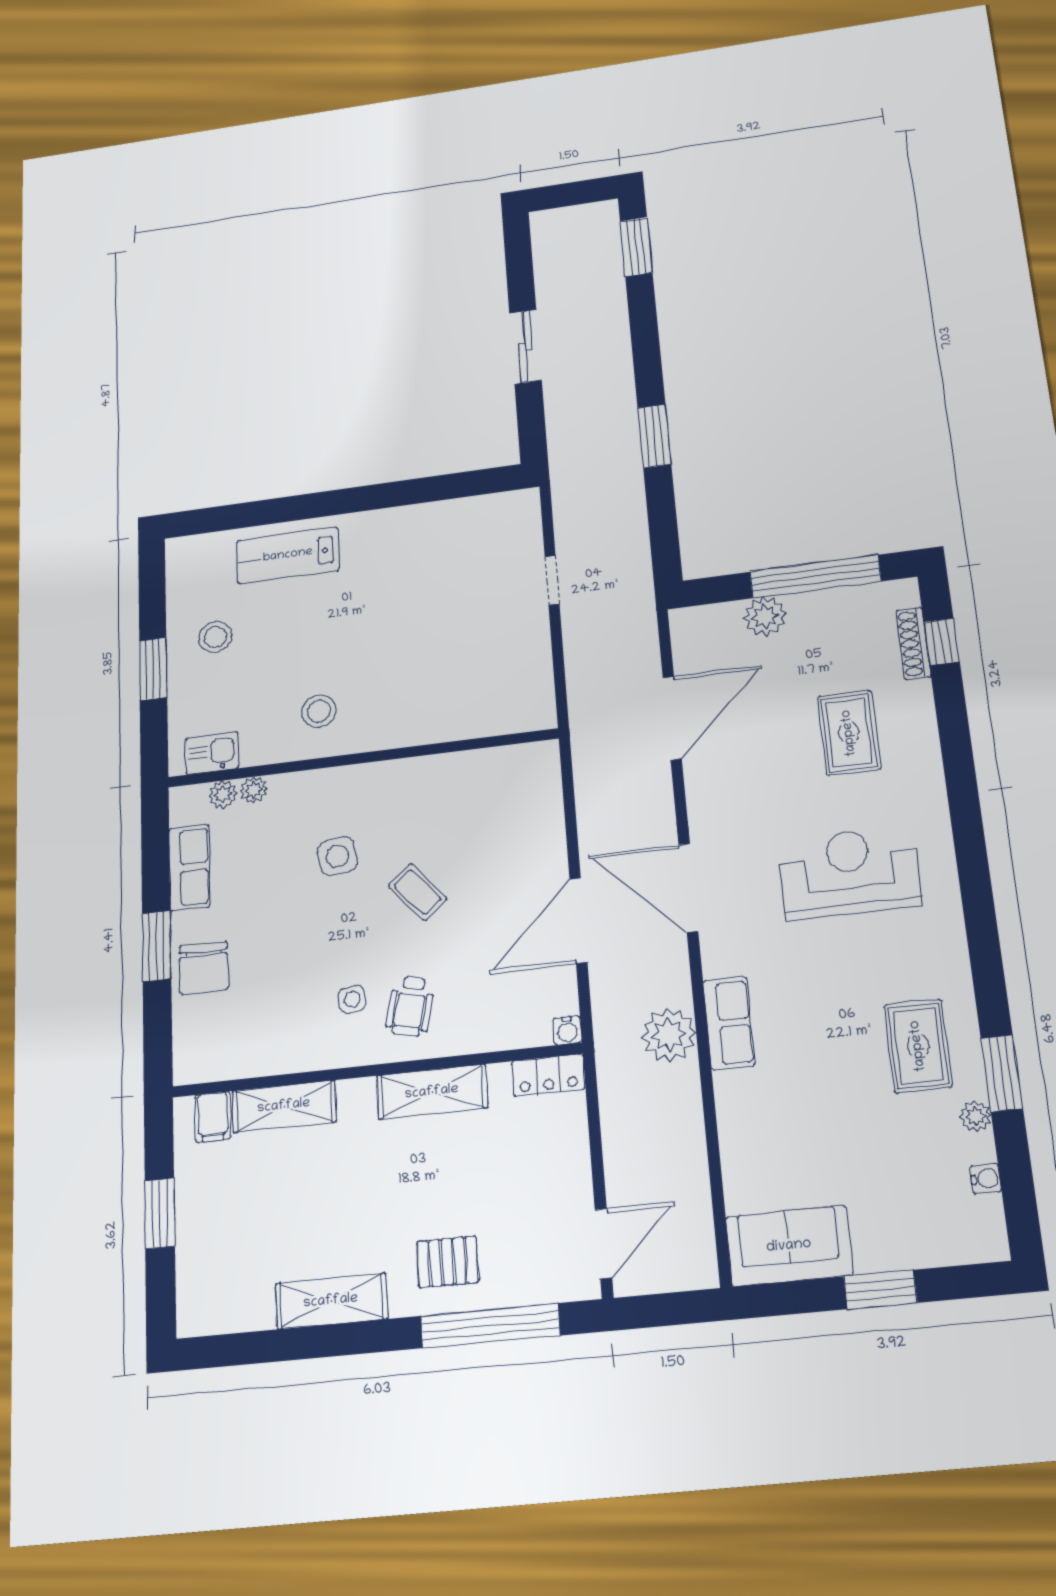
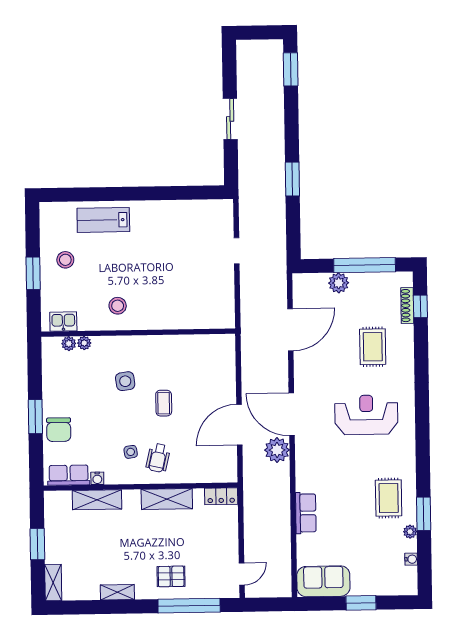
row of seats: (189, 867) -> (69, 475), moved, turned -90
coffee table: (418, 892) -> (164, 403), turned 41
row of seats: (729, 1023) -> (306, 513), moved
water cooler: (567, 1030) -> (97, 478), moved
plant: (669, 1035) -> (277, 450), moved
filing cabinet: (213, 1117) -> (63, 502), removed
door: (603, 1244) -> (242, 574), width x0.73
shelving: (193, 1296) -> (53, 583), added
shelving: (331, 1301) -> (117, 592), width x0.67, depth x0.75

